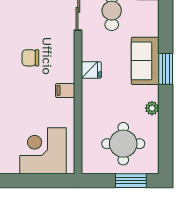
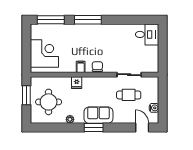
chair: (30, 58) -> (97, 67), moved
fridge: (91, 70) -> (77, 83), moved
window: (131, 181) -> (26, 95), moved

